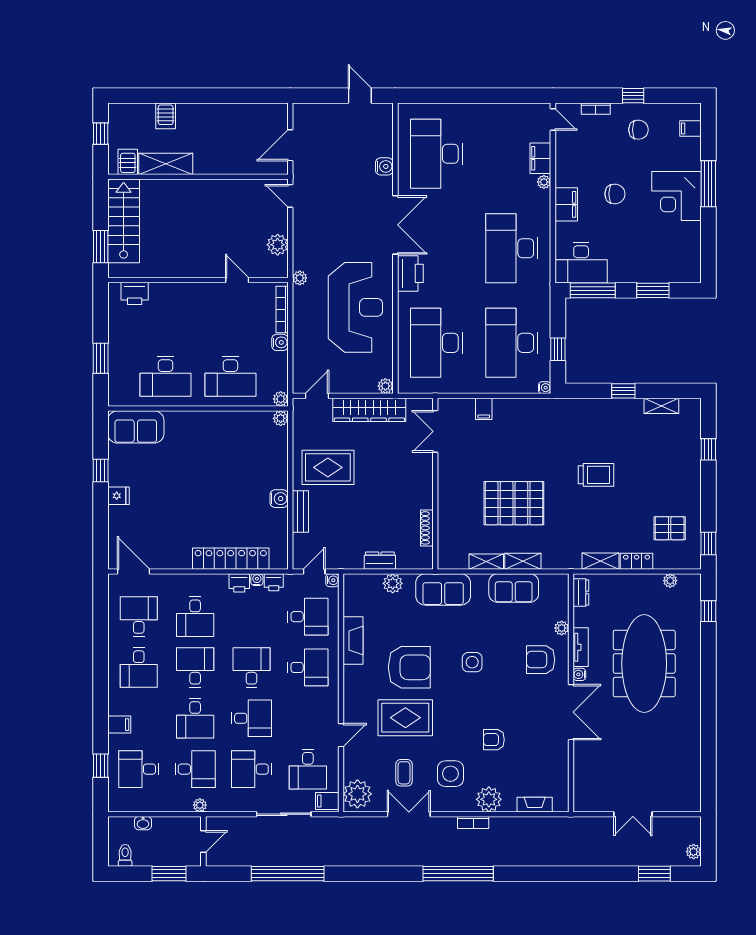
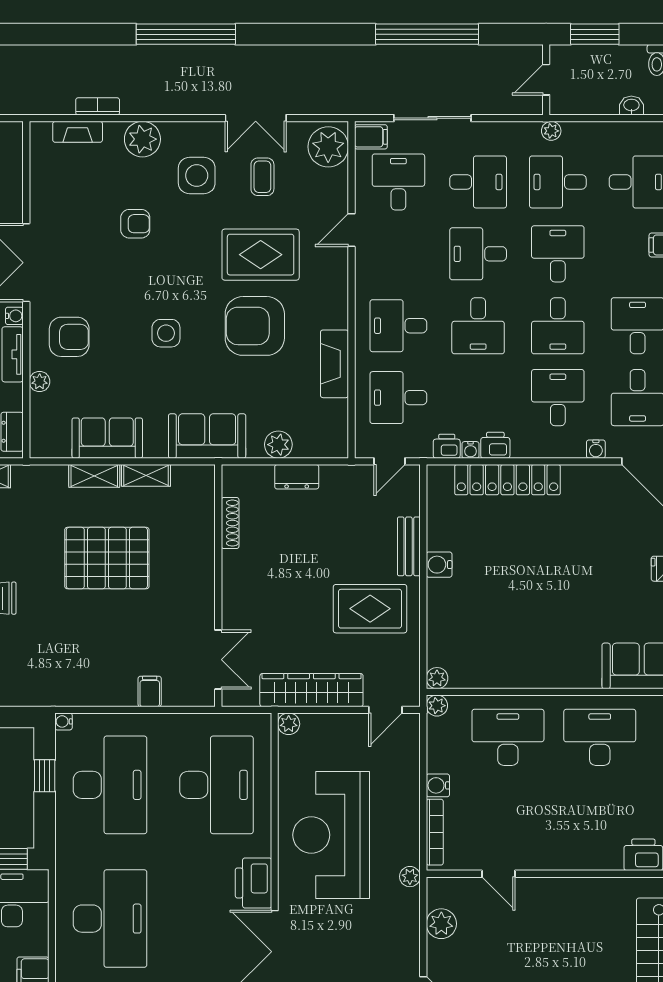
water cooler: (332, 580) -> (596, 449), moved, turned -90
bookcase: (473, 823) -> (98, 106), moved

